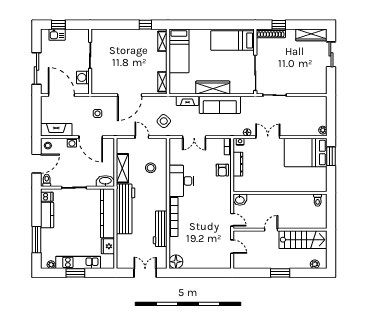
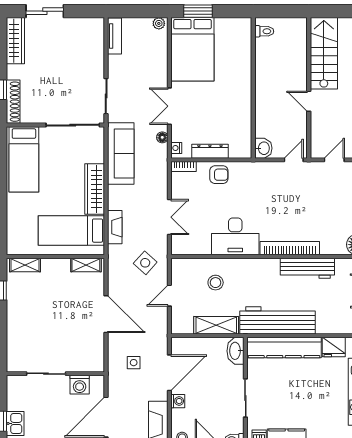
bed: (179, 51) -> (71, 231), moved, turned 180
tv unit: (314, 101) -> (115, 36), added
sofa: (220, 105) -> (121, 154), moved

